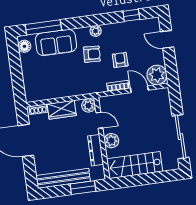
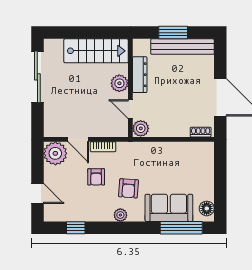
armchair: (92, 54) -> (129, 188), turned -89
wardrobe: (62, 110) -> (173, 128), removed
window: (83, 188) -> (173, 33), moved

